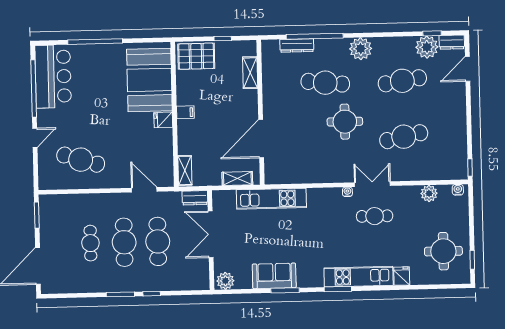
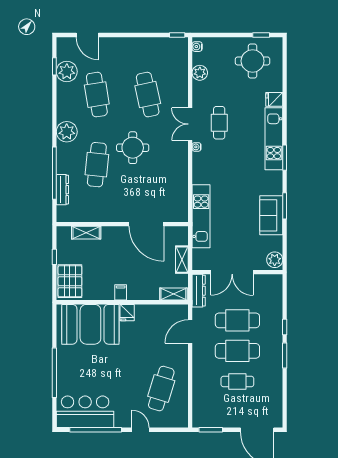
dresser: (452, 42) -> (63, 49), removed
shelving: (237, 178) -> (182, 260), moved
dresser: (195, 198) -> (199, 291), width x1.44

